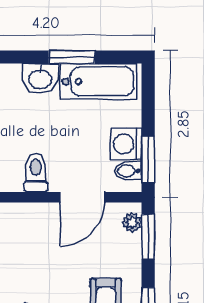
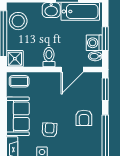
window: (148, 160) -> (105, 39), moved
plant: (132, 223) -> (97, 82), removed

